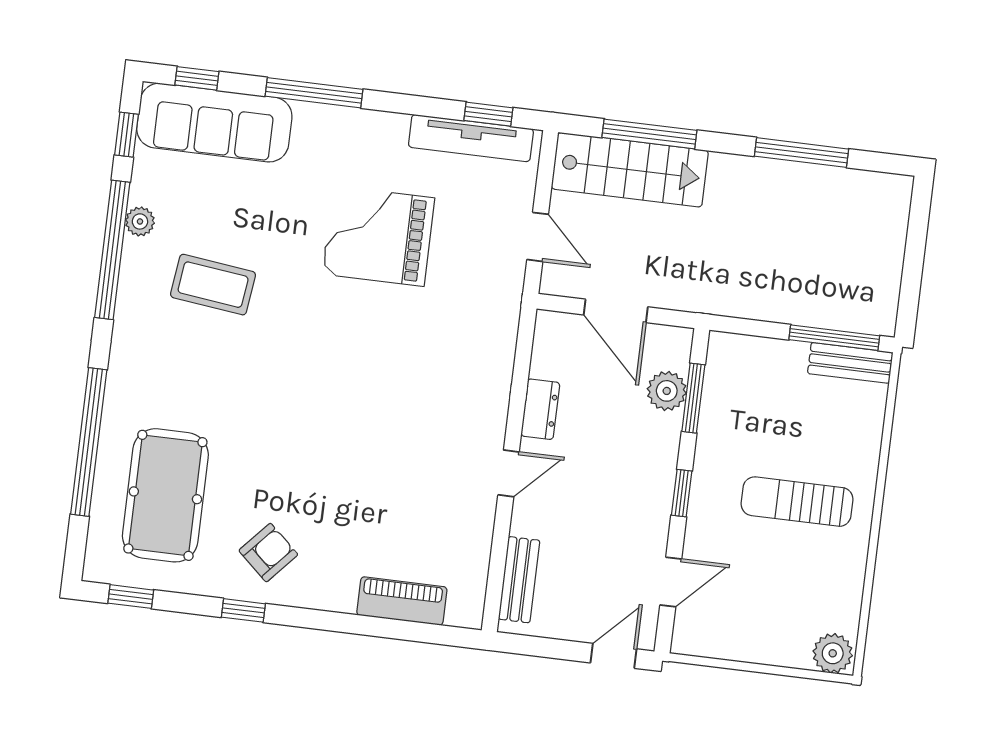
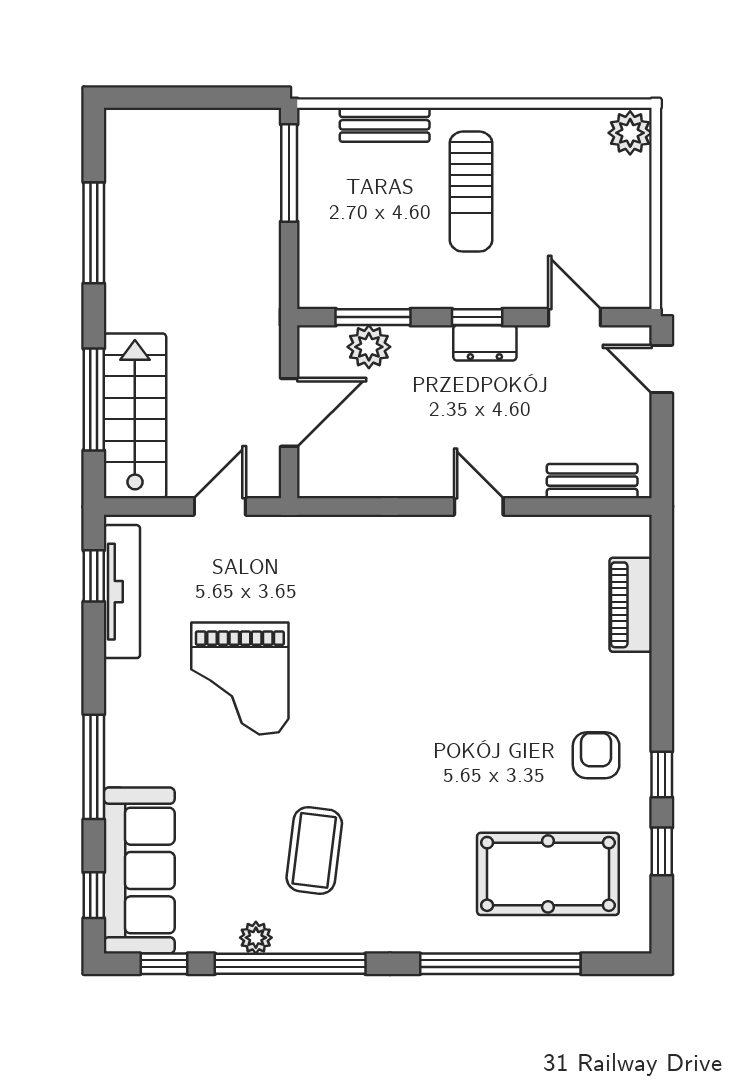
bench: (850, 363) -> (385, 125), moved, turned 90
dresser: (540, 409) -> (485, 343), moved, turned 180
armchair: (268, 553) -> (596, 755), turned 48
window: (131, 597) -> (662, 851), moved

